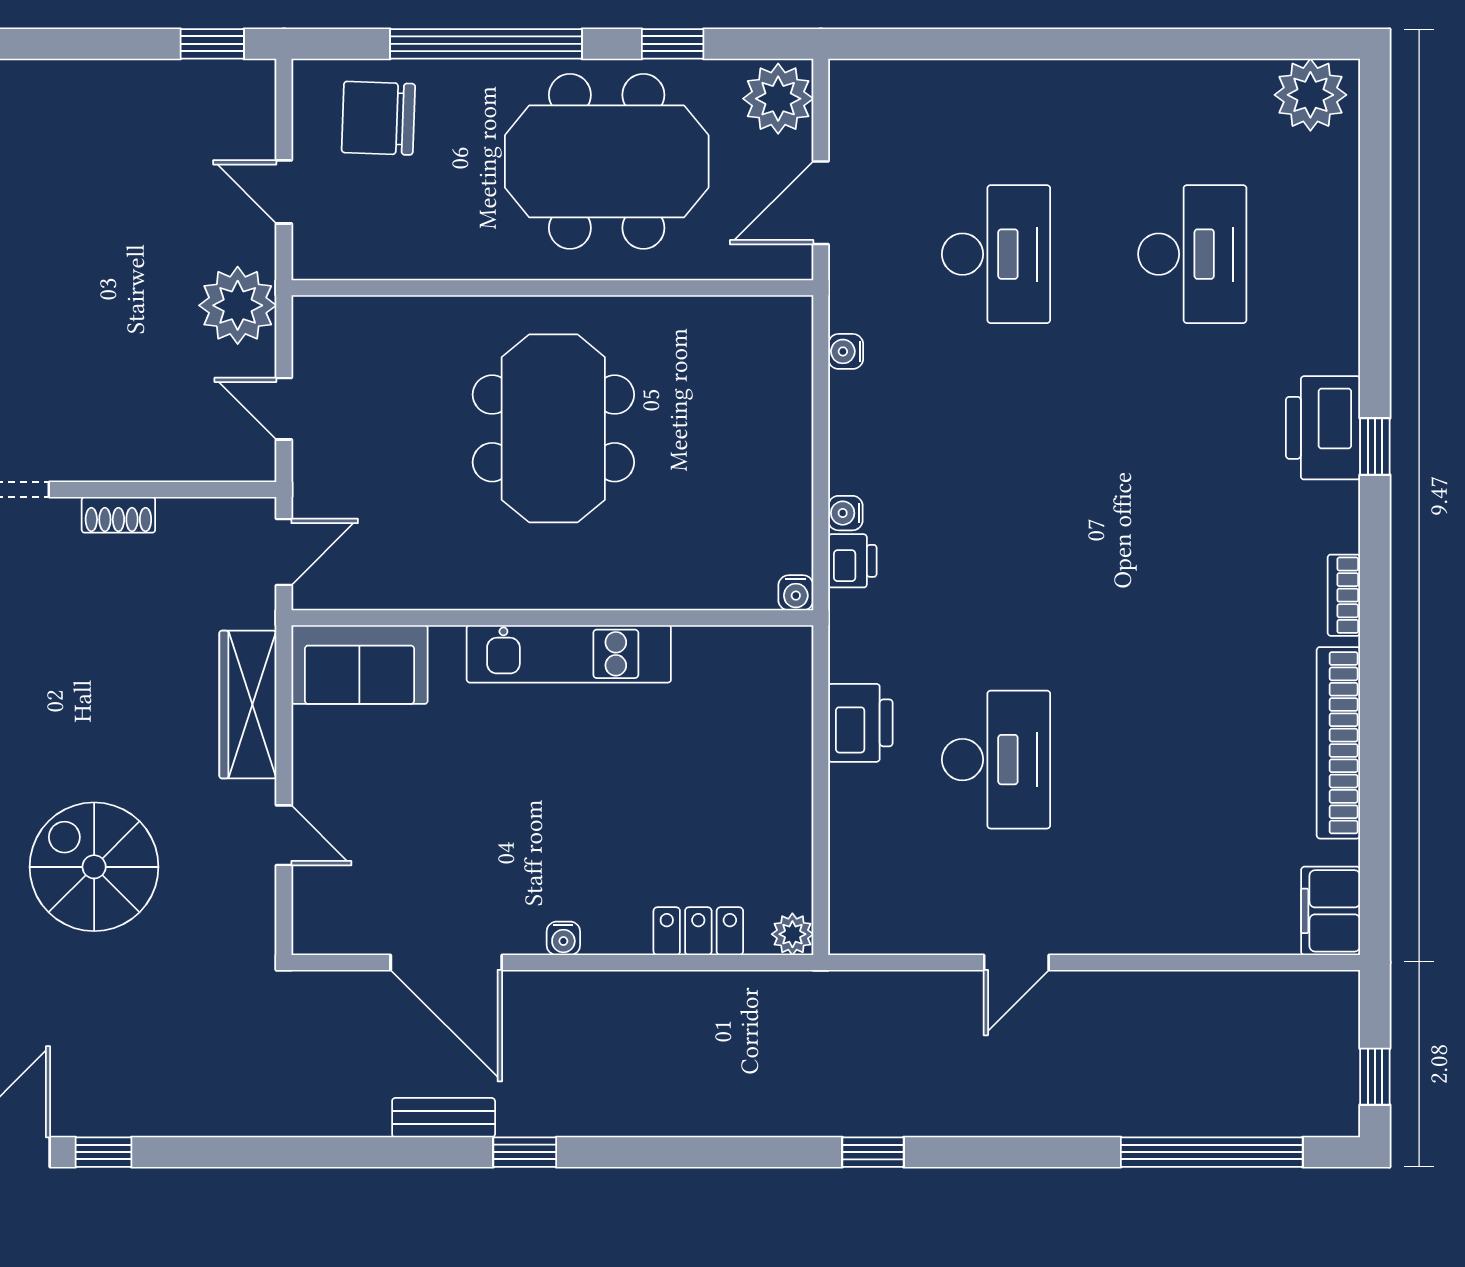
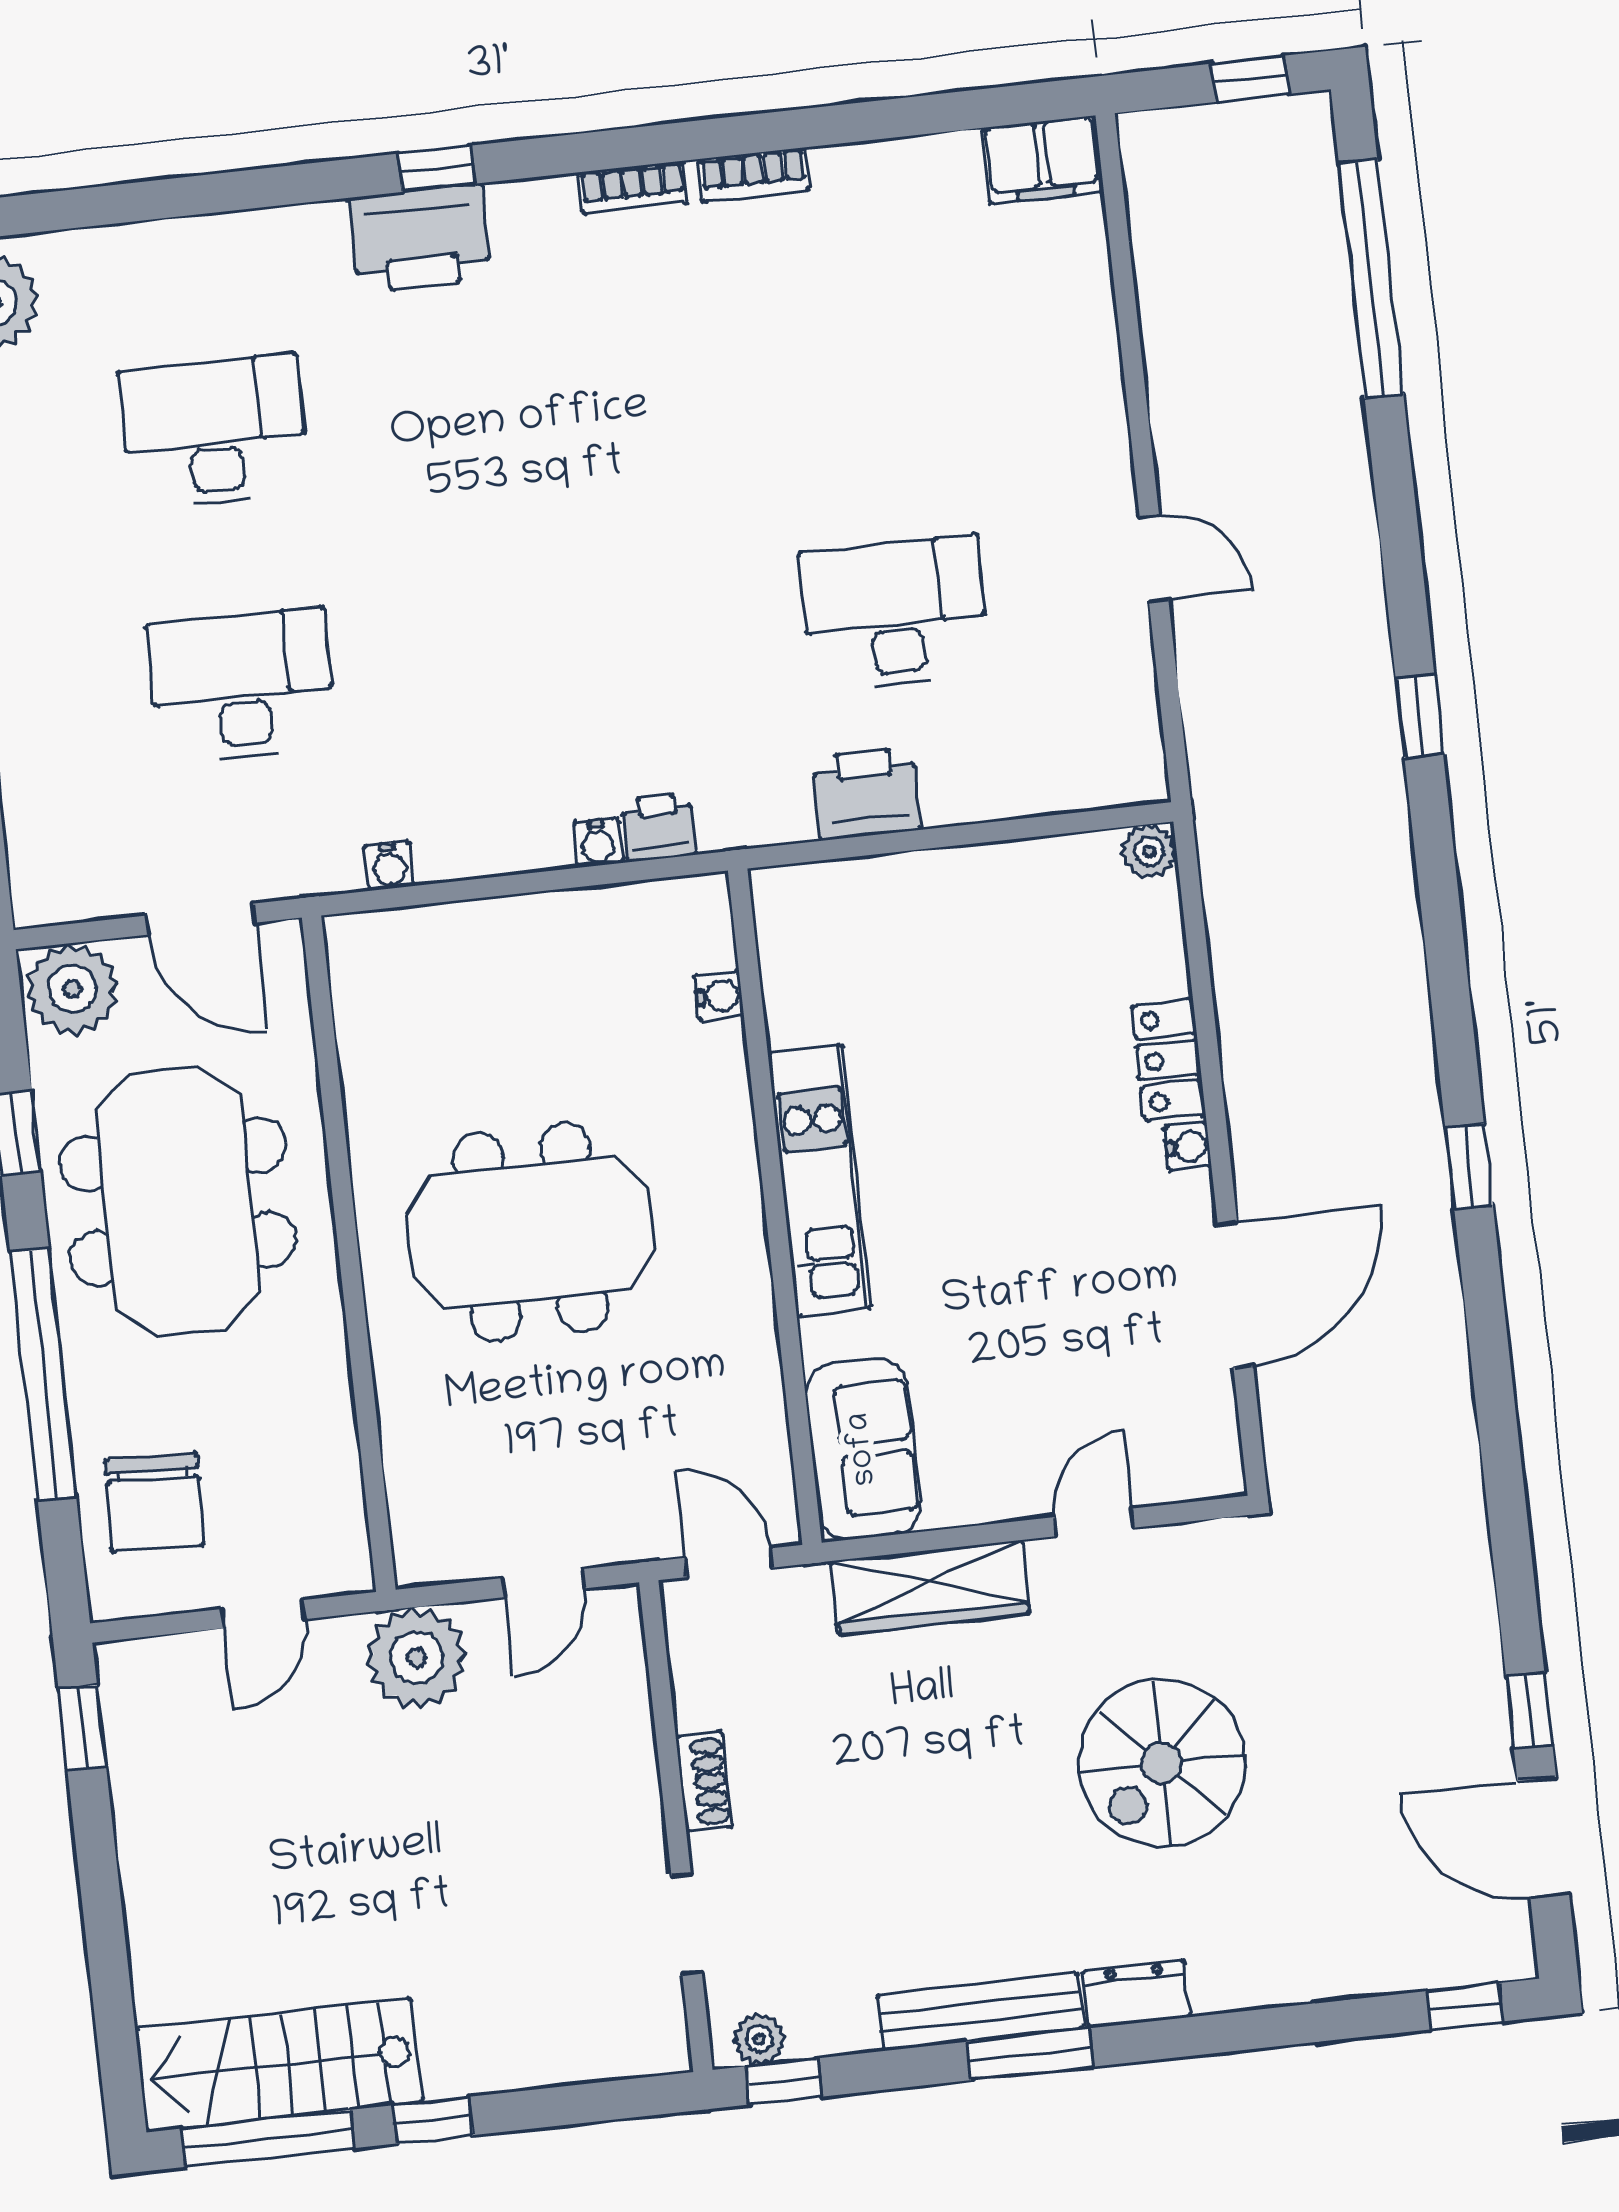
water cooler: (796, 593) -> (719, 996), moved
bookcase: (1338, 743) -> (753, 175), width x0.43, depth x0.76
locker: (698, 931) -> (1168, 1060), moved
bench: (444, 1118) -> (1436, 1276), removed

